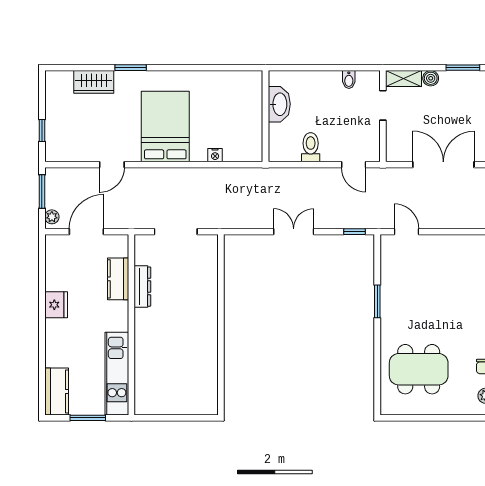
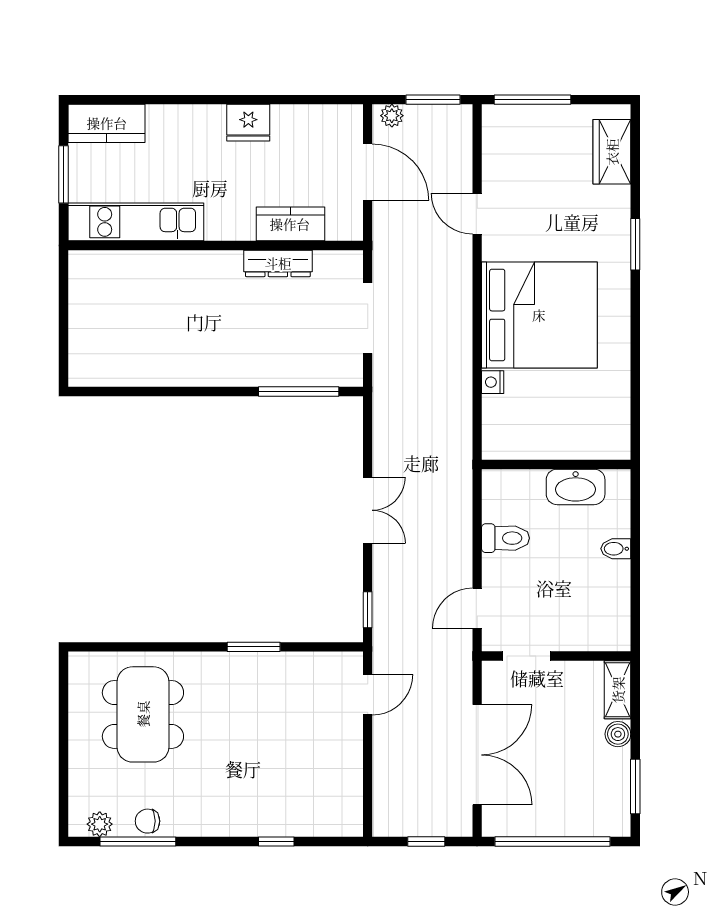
bidet: (349, 80) -> (616, 549), moved
wardrobe: (94, 82) -> (612, 152), moved
doorway: (383, 105) -> (526, 656), moved
bed: (165, 126) -> (539, 315), width x1.36
window: (42, 131) -> (533, 100), width x2.17
window: (221, 274) -> (299, 391), added

